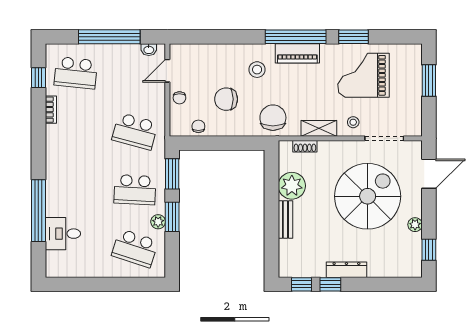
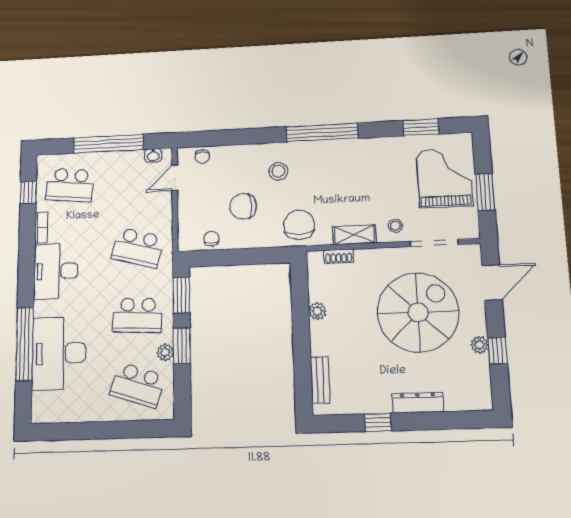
window: (353, 37) -> (421, 127), moved
piano: (297, 53) -> (325, 151), removed
grand piano: (364, 75) -> (445, 177), moved, turned 90
window: (429, 80) -> (485, 192), moved
chair: (179, 98) -> (202, 156), moved
desk: (64, 149) -> (56, 271), added
plant: (292, 186) -> (317, 311), width x0.53, depth x0.53
bench: (285, 219) -> (320, 380), moved
desk: (63, 234) -> (59, 353), width x1.87, depth x1.30
window: (429, 250) -> (497, 351), moved
dresser: (346, 270) -> (418, 403), moved
window: (301, 284) -> (342, 423), removed

